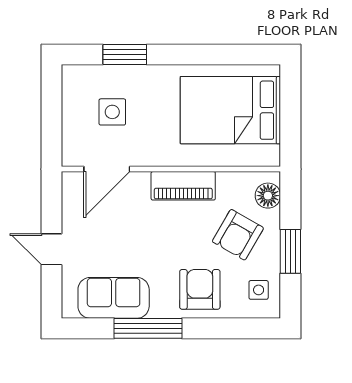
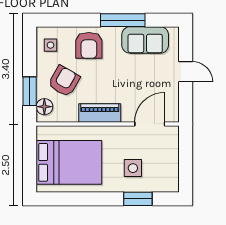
side table: (112, 112) -> (133, 168), moved
window: (290, 251) -> (30, 91), moved

